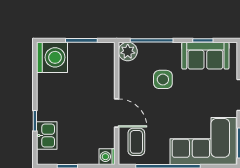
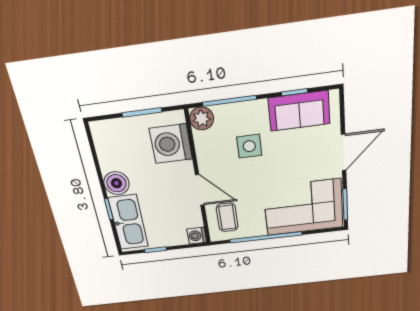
washing machine: (52, 57) -> (171, 144), moved, turned 180
boiler: (47, 97) -> (116, 183), added
kitchen sink: (47, 136) -> (128, 222), width x1.87, depth x1.24

